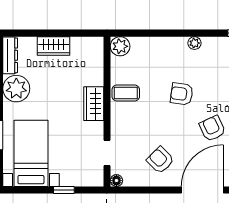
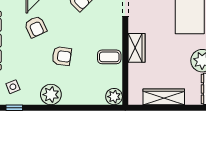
plant: (194, 43) -> (51, 95), width x1.88, depth x1.88
wardrobe: (54, 46) -> (164, 97), width x1.50

